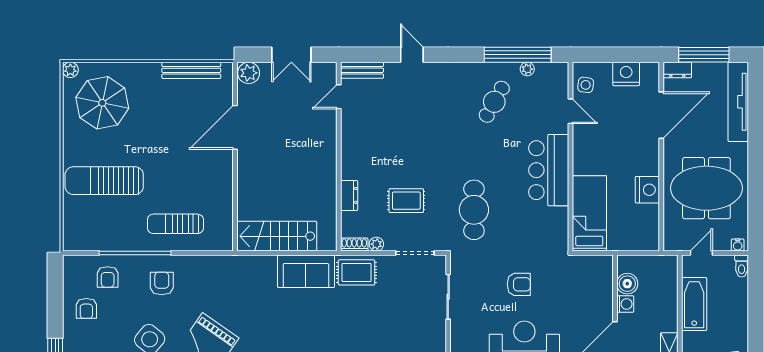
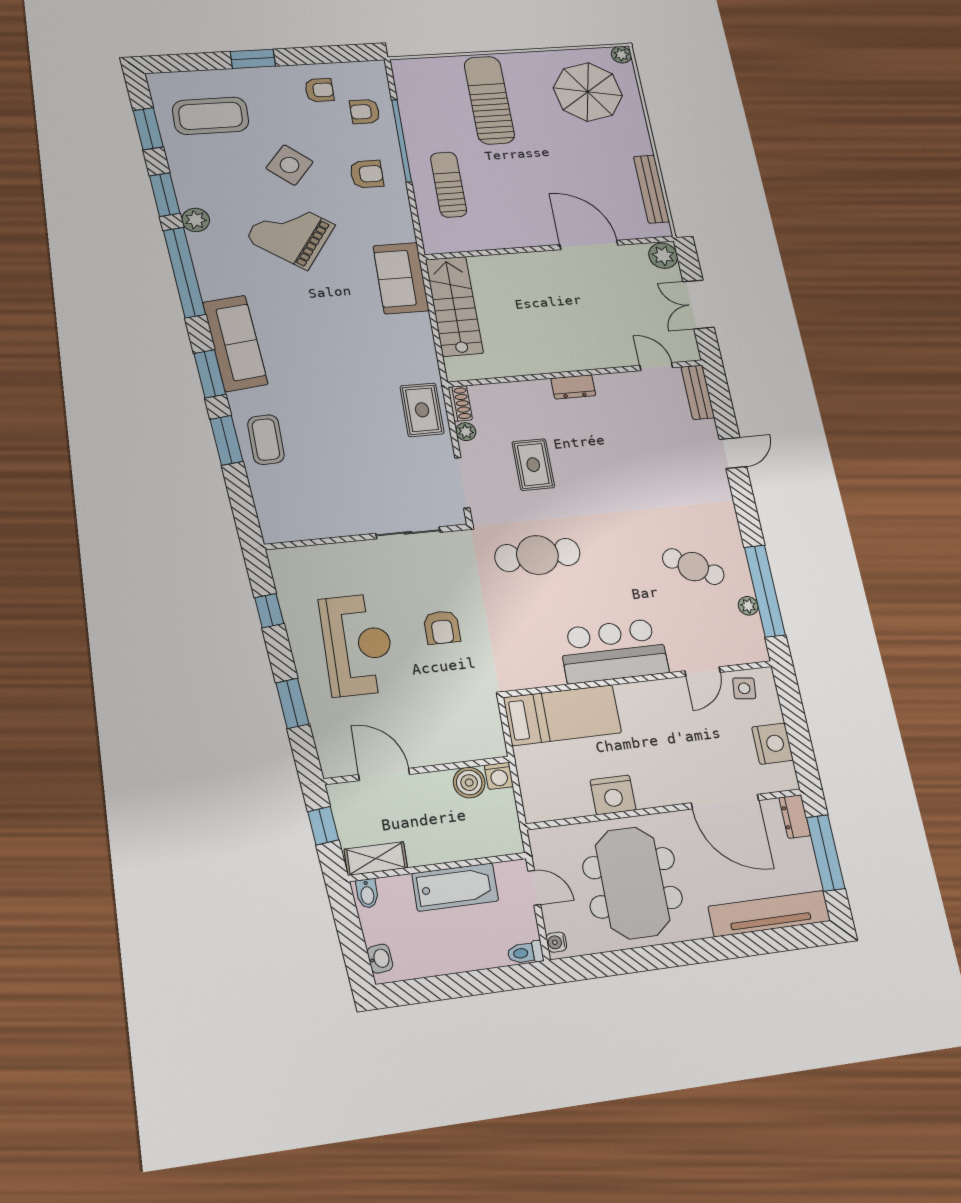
dresser: (349, 195) -> (573, 387), moved
sofa: (306, 271) -> (401, 278), moved
washing machine: (625, 304) -> (499, 776), moved
armchair: (86, 308) -> (319, 90), turned 180

